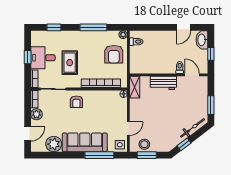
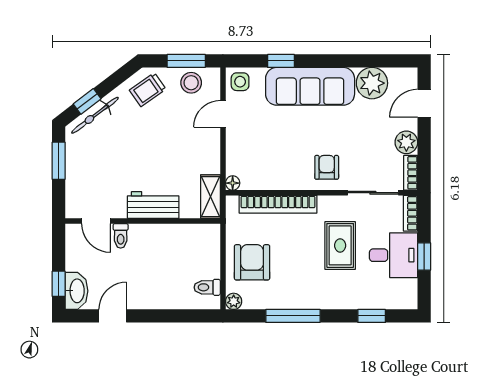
window: (211, 54) -> (59, 284), moved
trolley: (166, 141) -> (148, 90), added
window: (184, 144) -> (87, 101), moved
window: (99, 155) -> (281, 61), width x0.46

